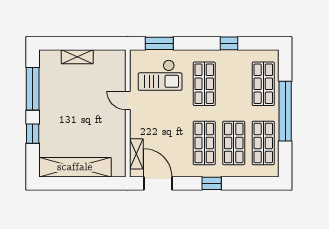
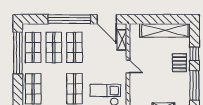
door: (128, 100) -> (128, 66), moved
window: (285, 111) -> (18, 53), moved
pallet: (54, 121) -> (179, 63), added
window: (212, 183) -> (69, 19), width x3.17

